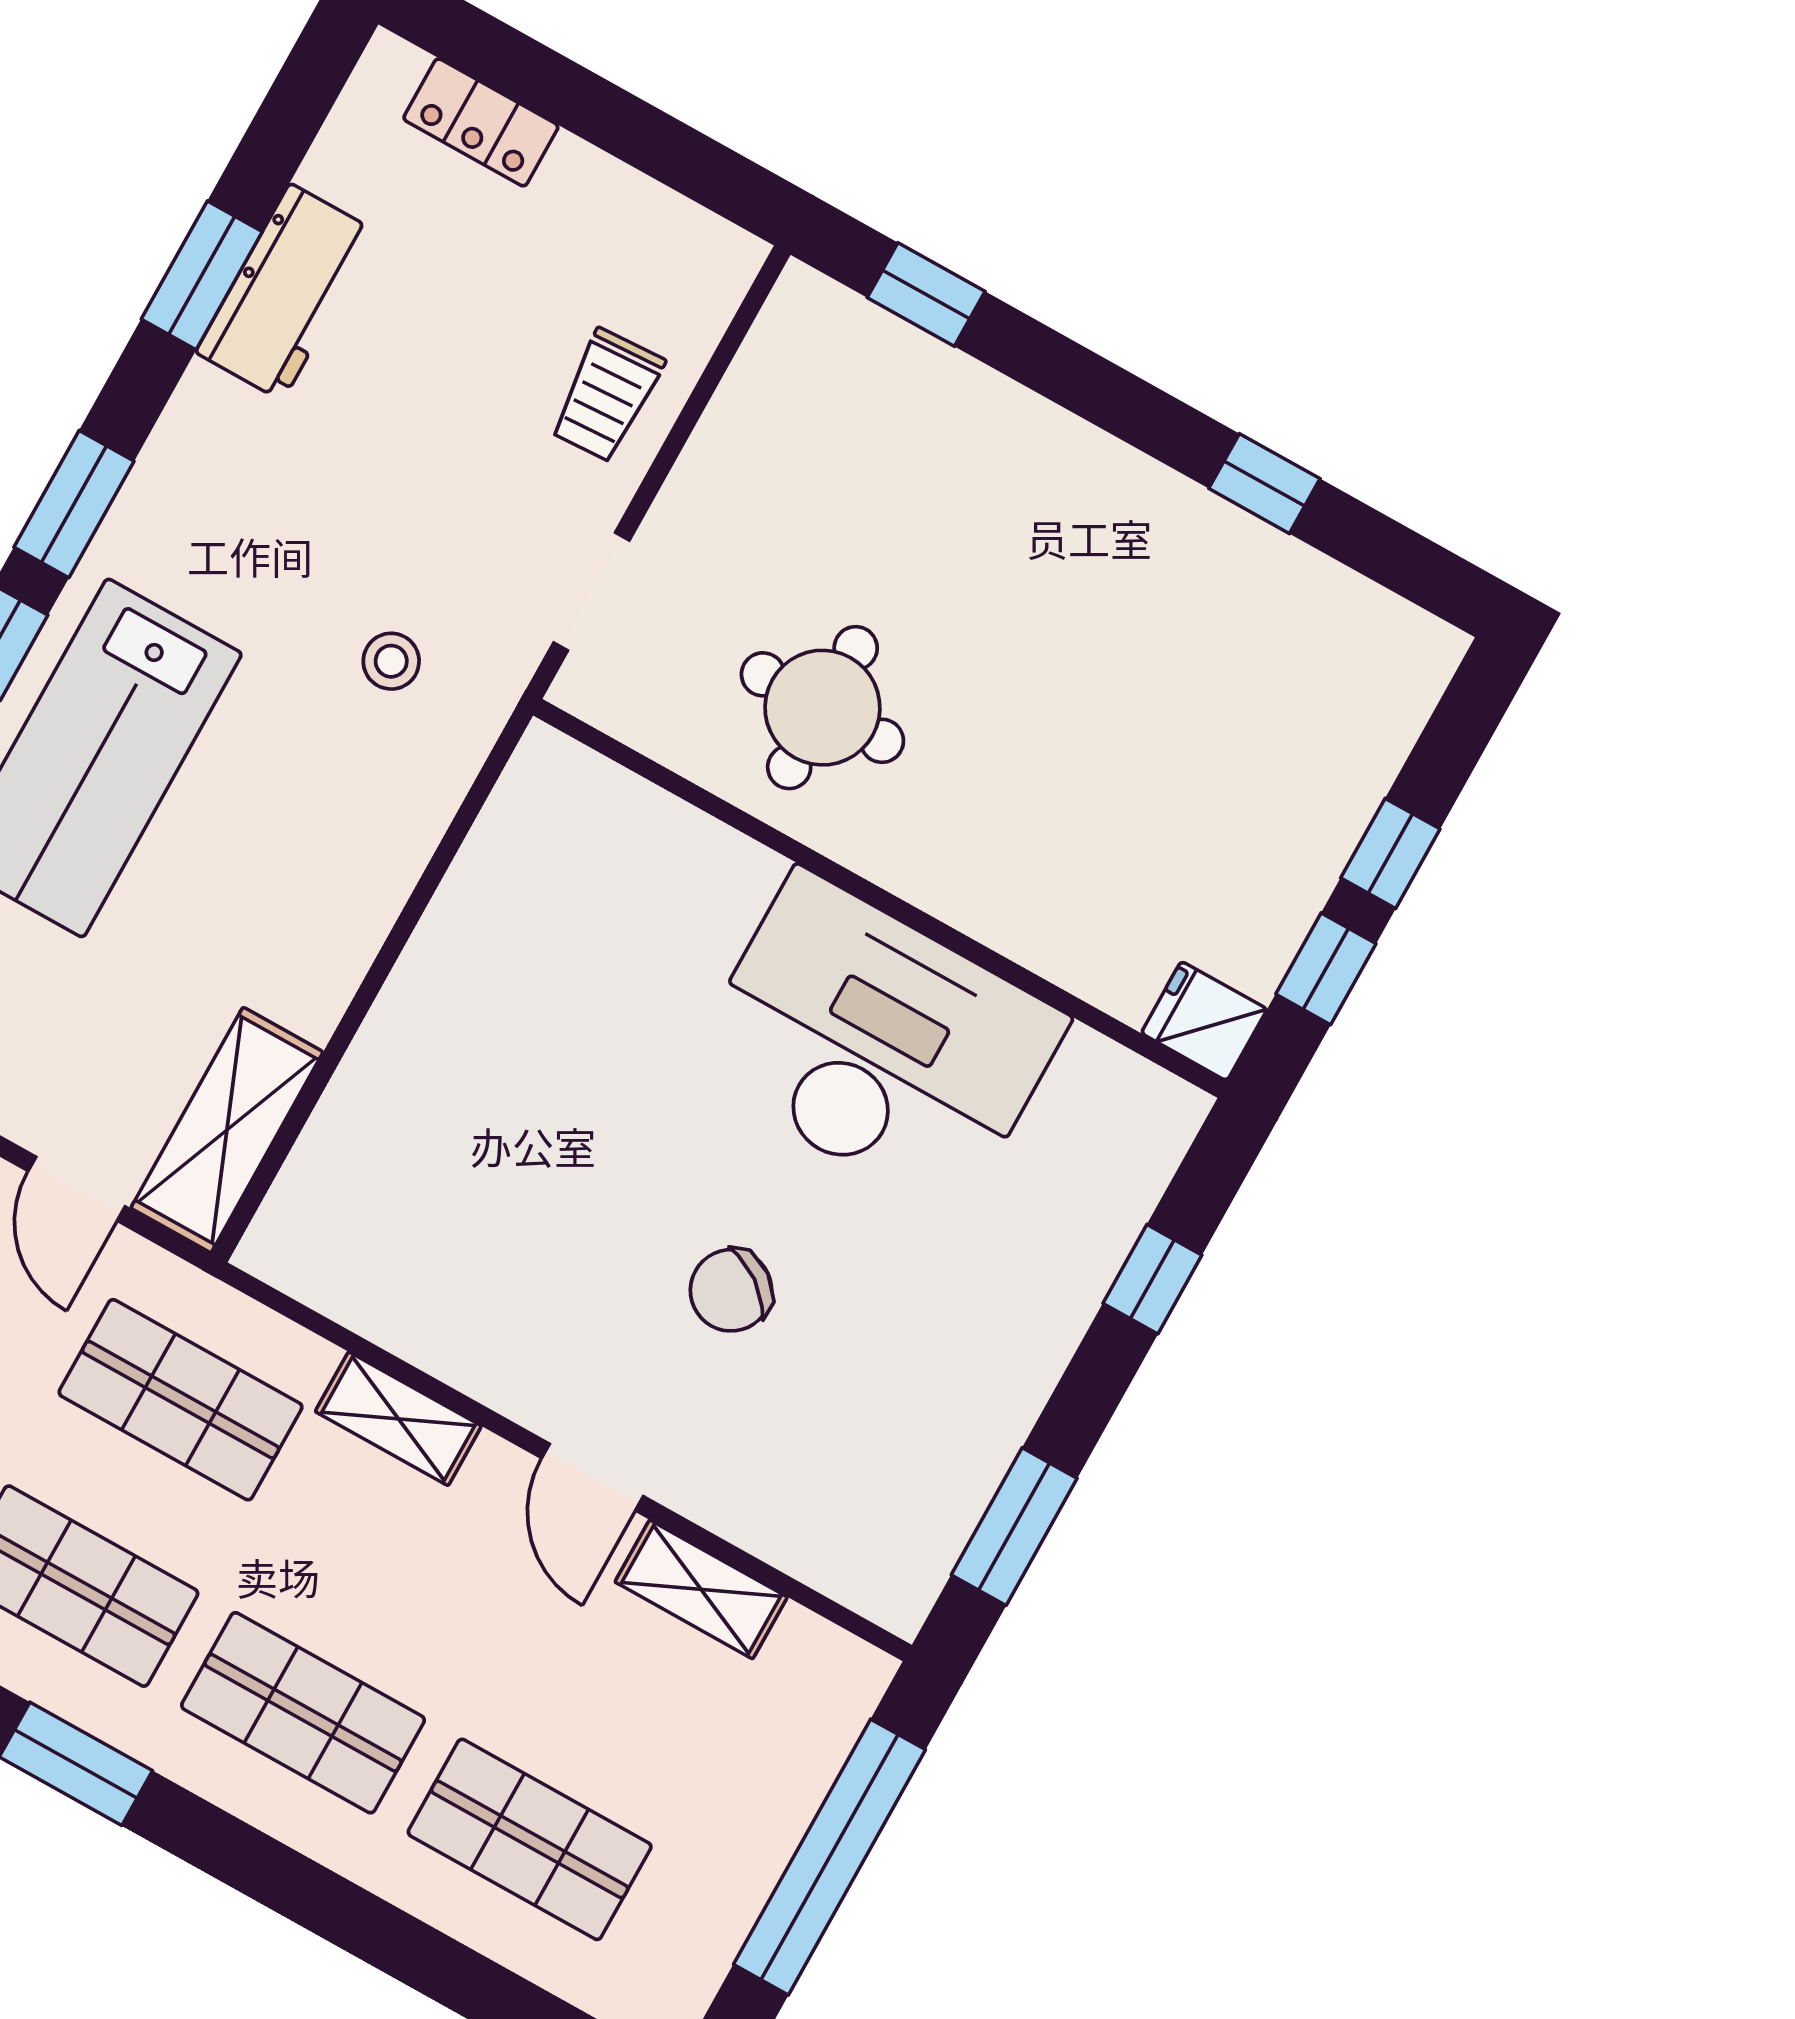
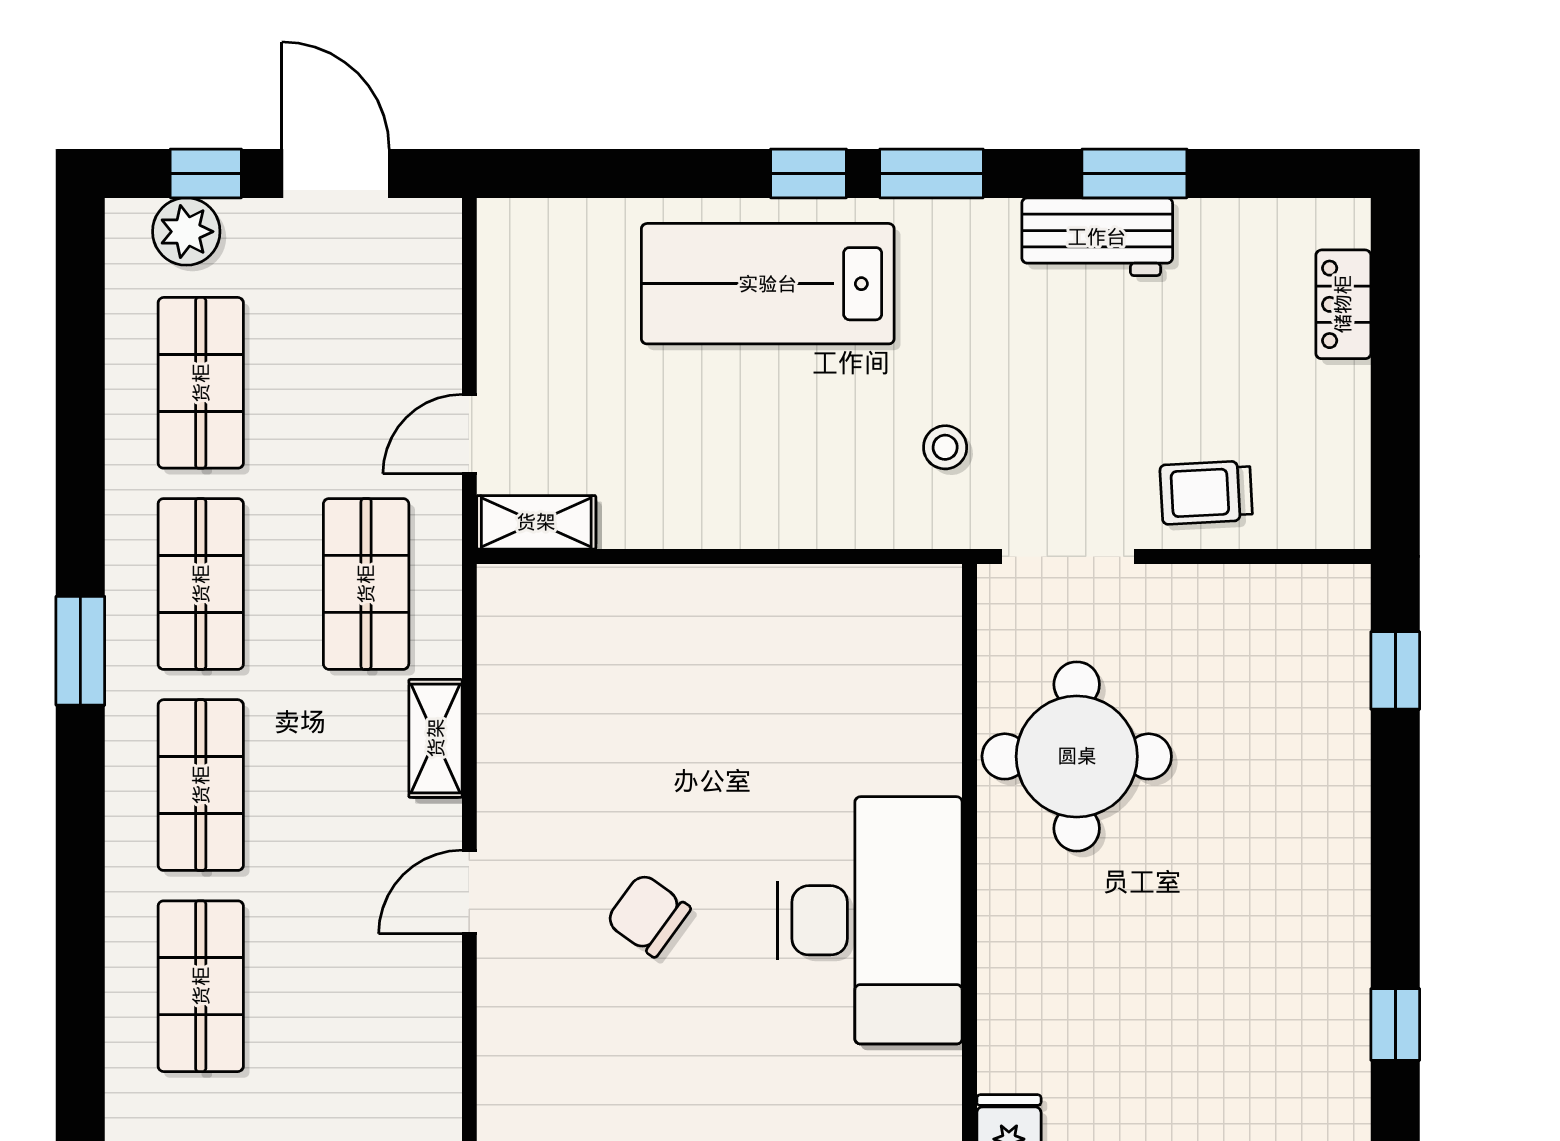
workbench: (286, 292) -> (1097, 237), moved
window: (1264, 484) -> (1395, 1025), moved
doorway: (592, 591) -> (1068, 556), width x1.38
round table: (822, 708) -> (1077, 756), width x1.36, depth x1.36
shelving: (227, 1130) -> (536, 522), width x0.67, depth x0.75
shelving: (701, 1589) -> (435, 1008), removed

